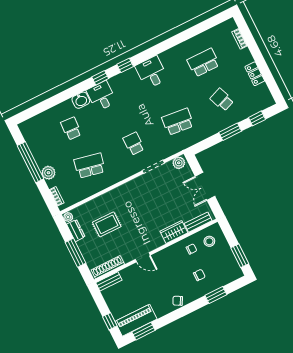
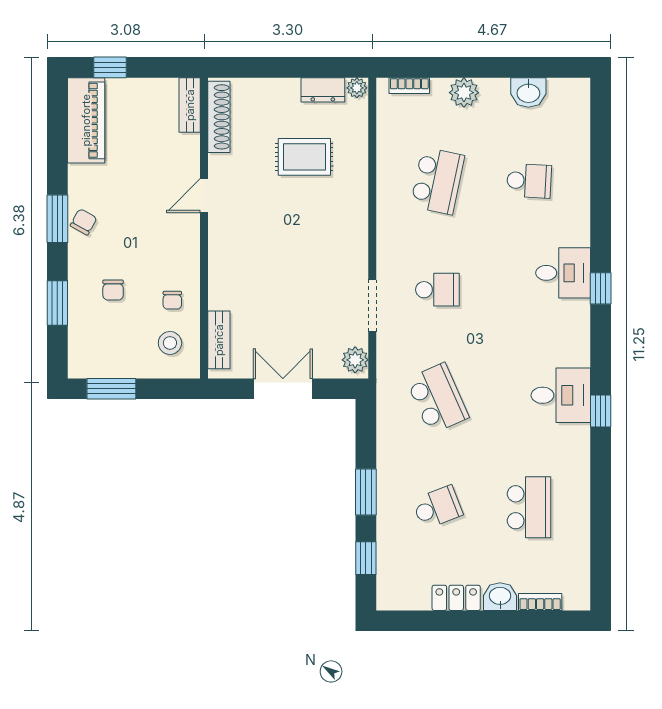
washbasin: (245, 56) -> (500, 597), added
window: (125, 65) -> (601, 411), moved
washbasin: (81, 100) -> (528, 92), moved, turned -90
school desk: (178, 122) -> (437, 398), turned -30
window: (30, 162) -> (502, 67), removed
rug: (107, 224) -> (304, 157), turned 90
wardrobe: (174, 232) -> (223, 282), removed
window: (76, 253) -> (279, 67), removed
window: (144, 331) -> (57, 219), moved

